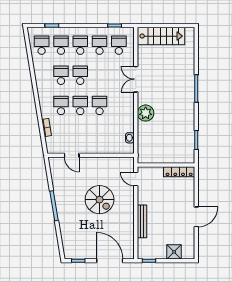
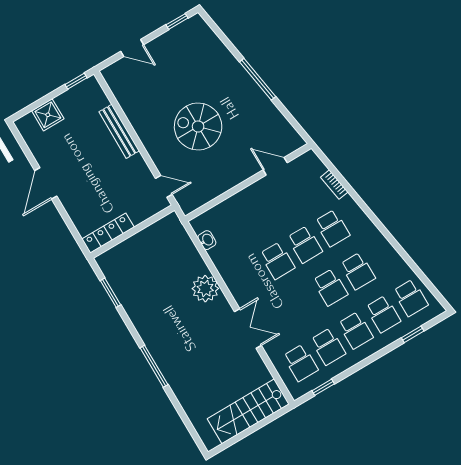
door: (110, 261) -> (132, 48), width x0.53

